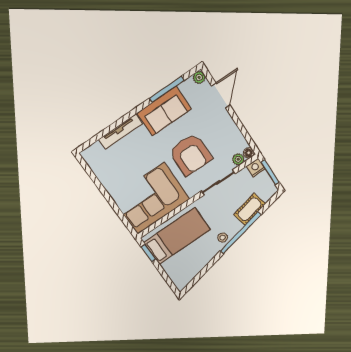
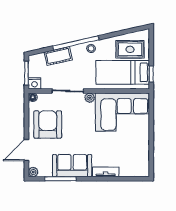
tv unit: (121, 132) -> (106, 172), width x0.71
armchair: (190, 154) -> (48, 124), moved
plant: (238, 159) -> (90, 98), moved
rug: (185, 262) -> (130, 49), added

